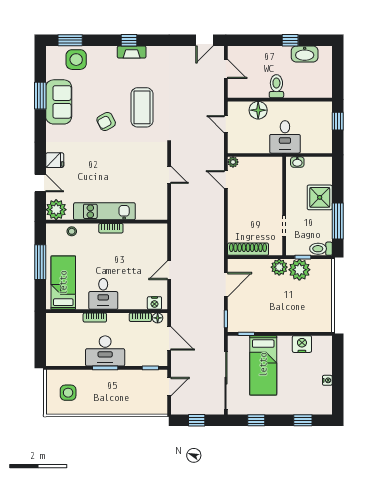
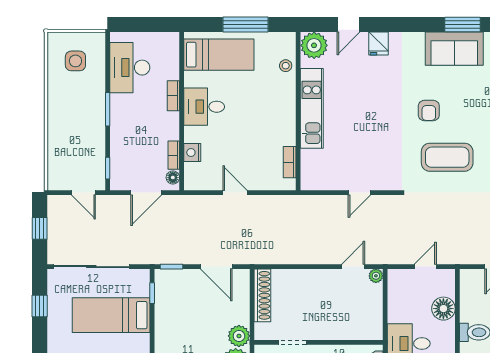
armchair: (106, 121) -> (429, 111), turned -152
bookcase: (111, 228) -> (290, 162), moved
nightstand: (154, 303) -> (192, 152), moved
desk: (105, 351) -> (130, 68), moved

